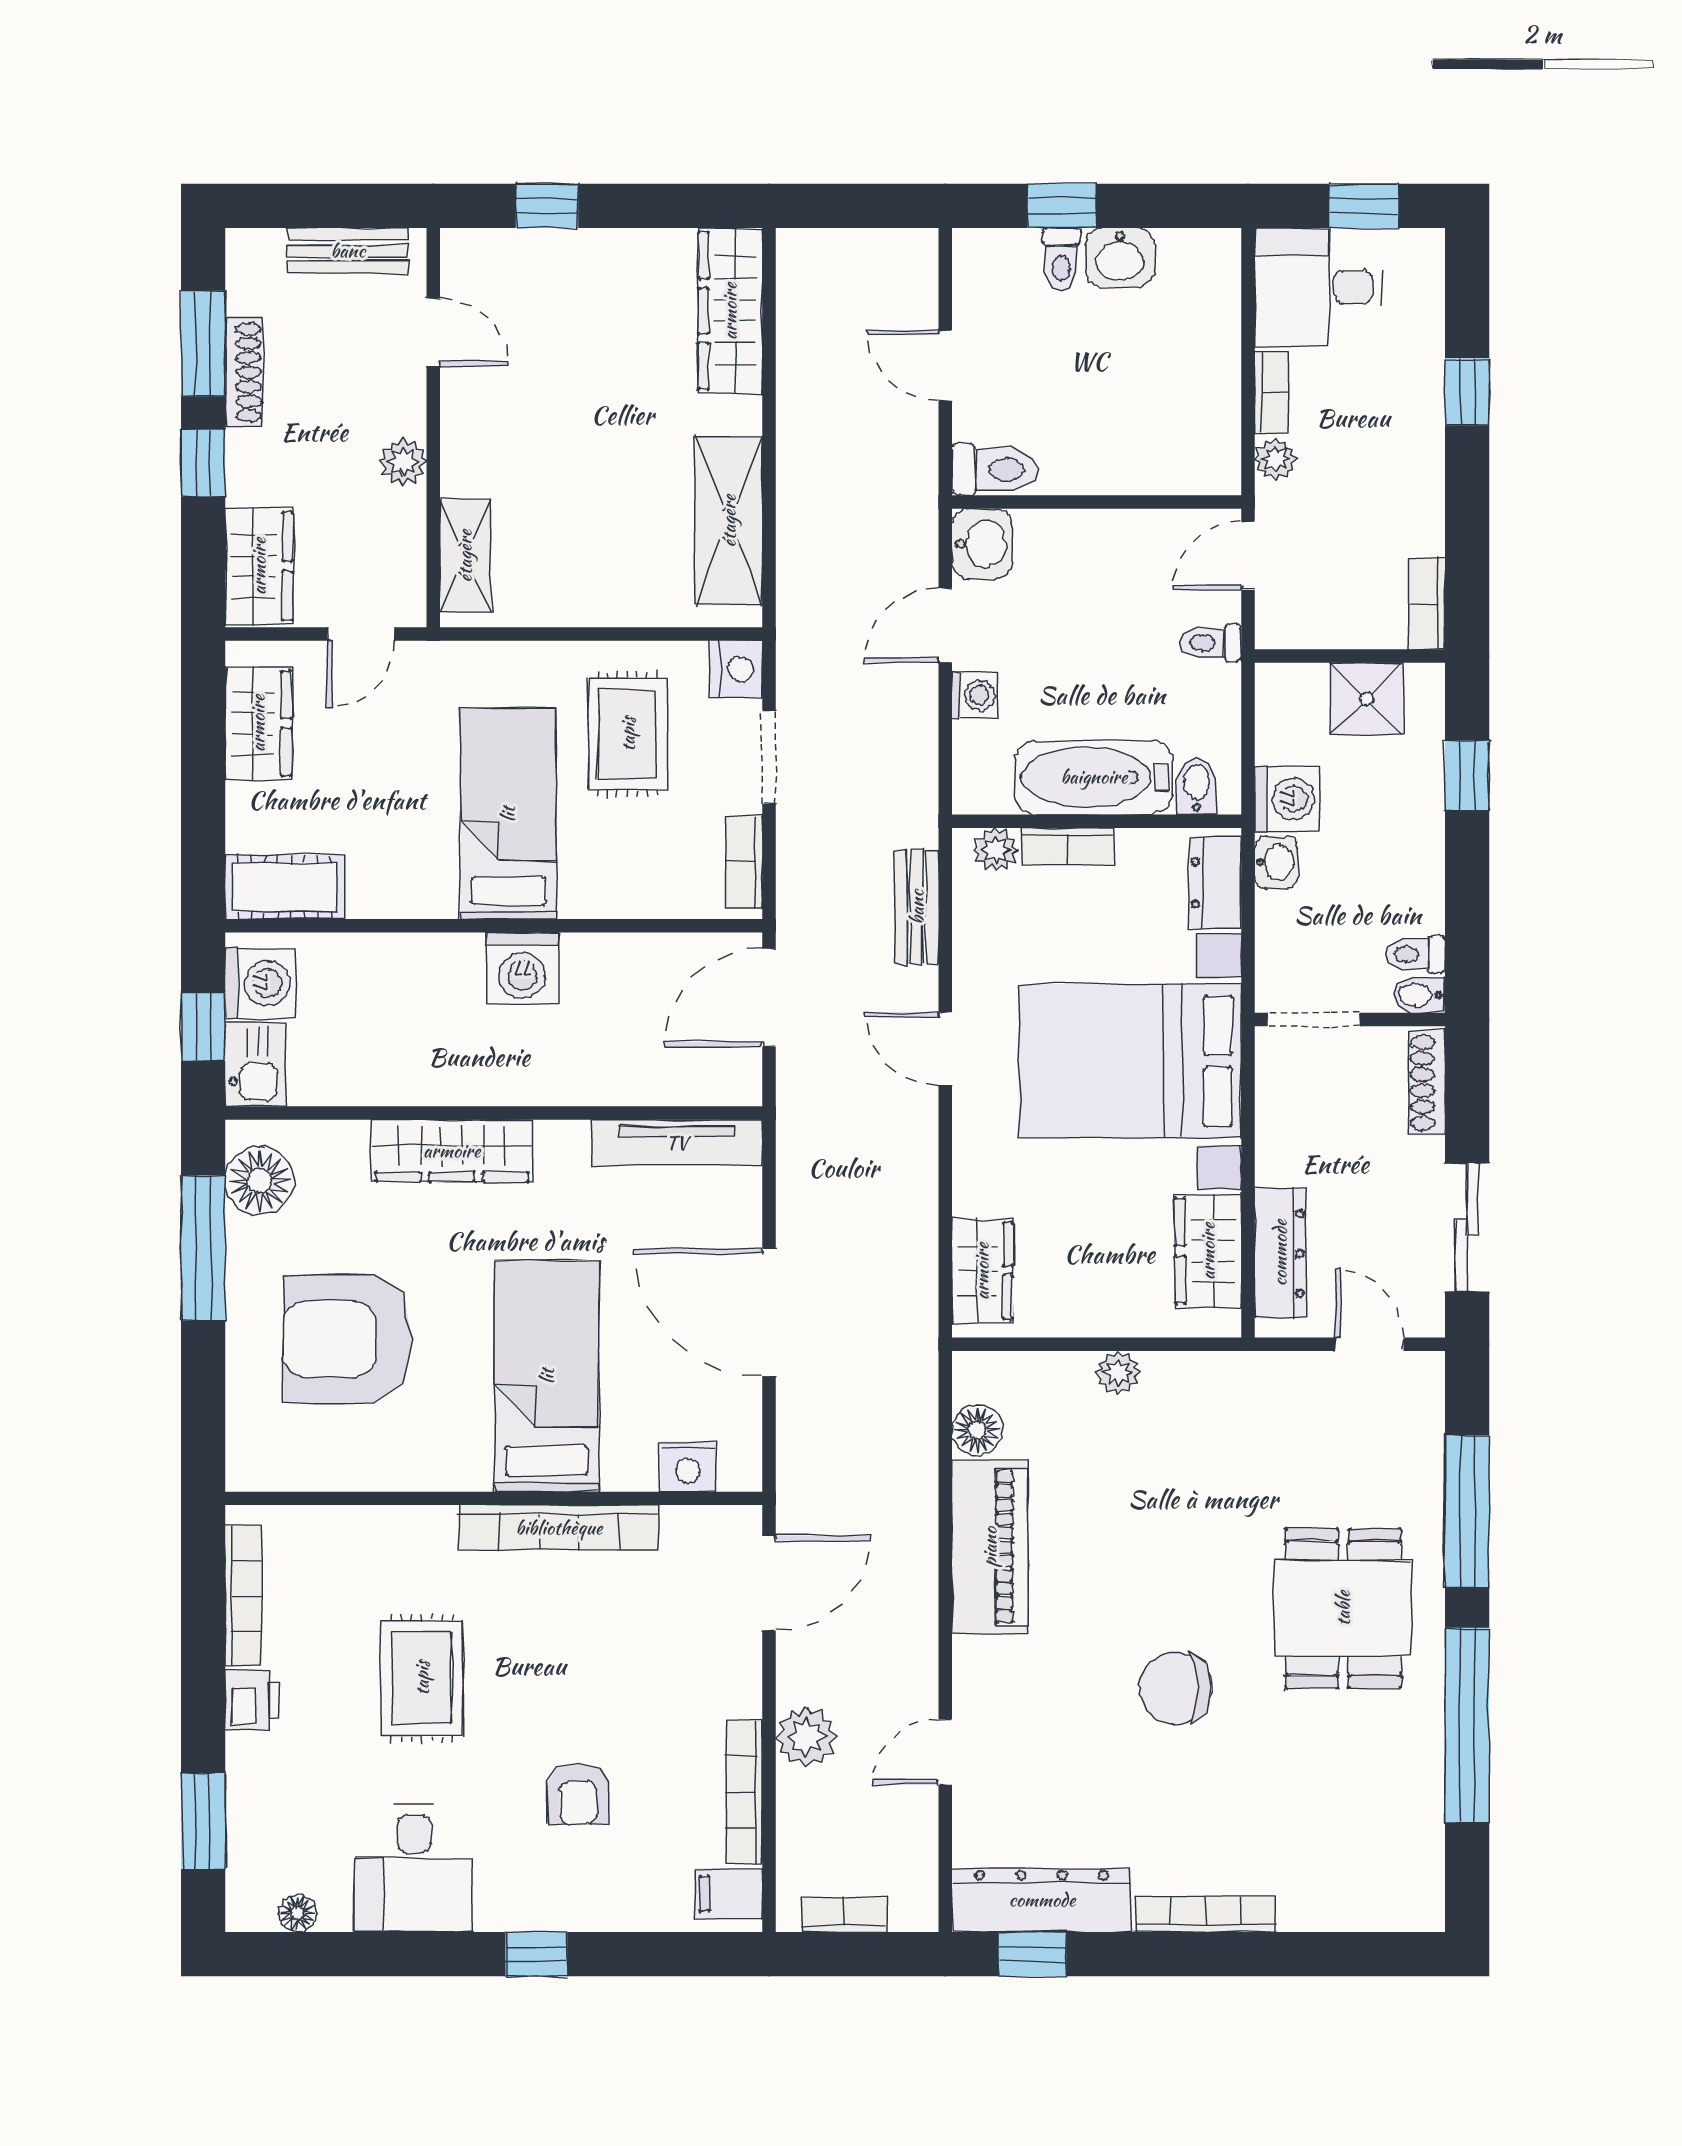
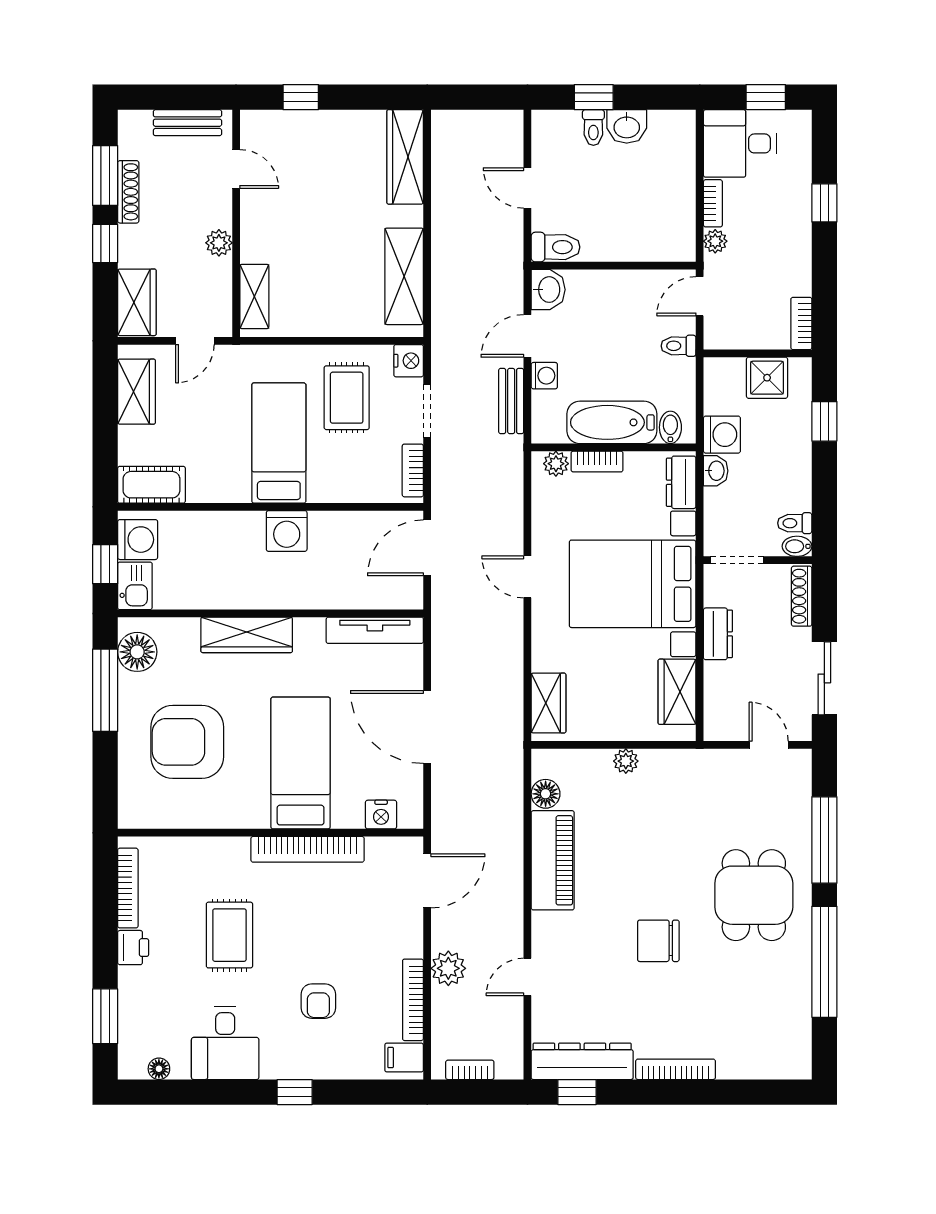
bench: (917, 907) -> (511, 401), moved
dresser: (1280, 1253) -> (718, 634), moved, width x0.70

